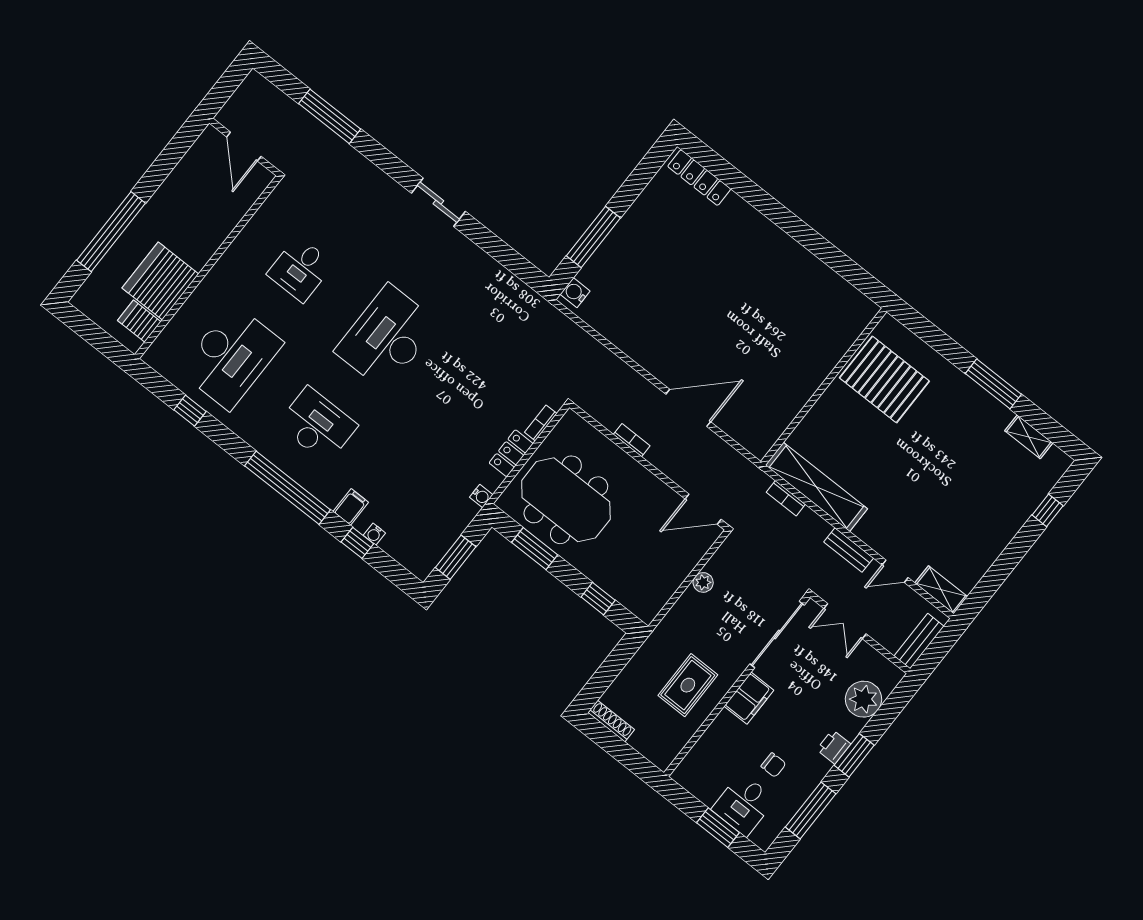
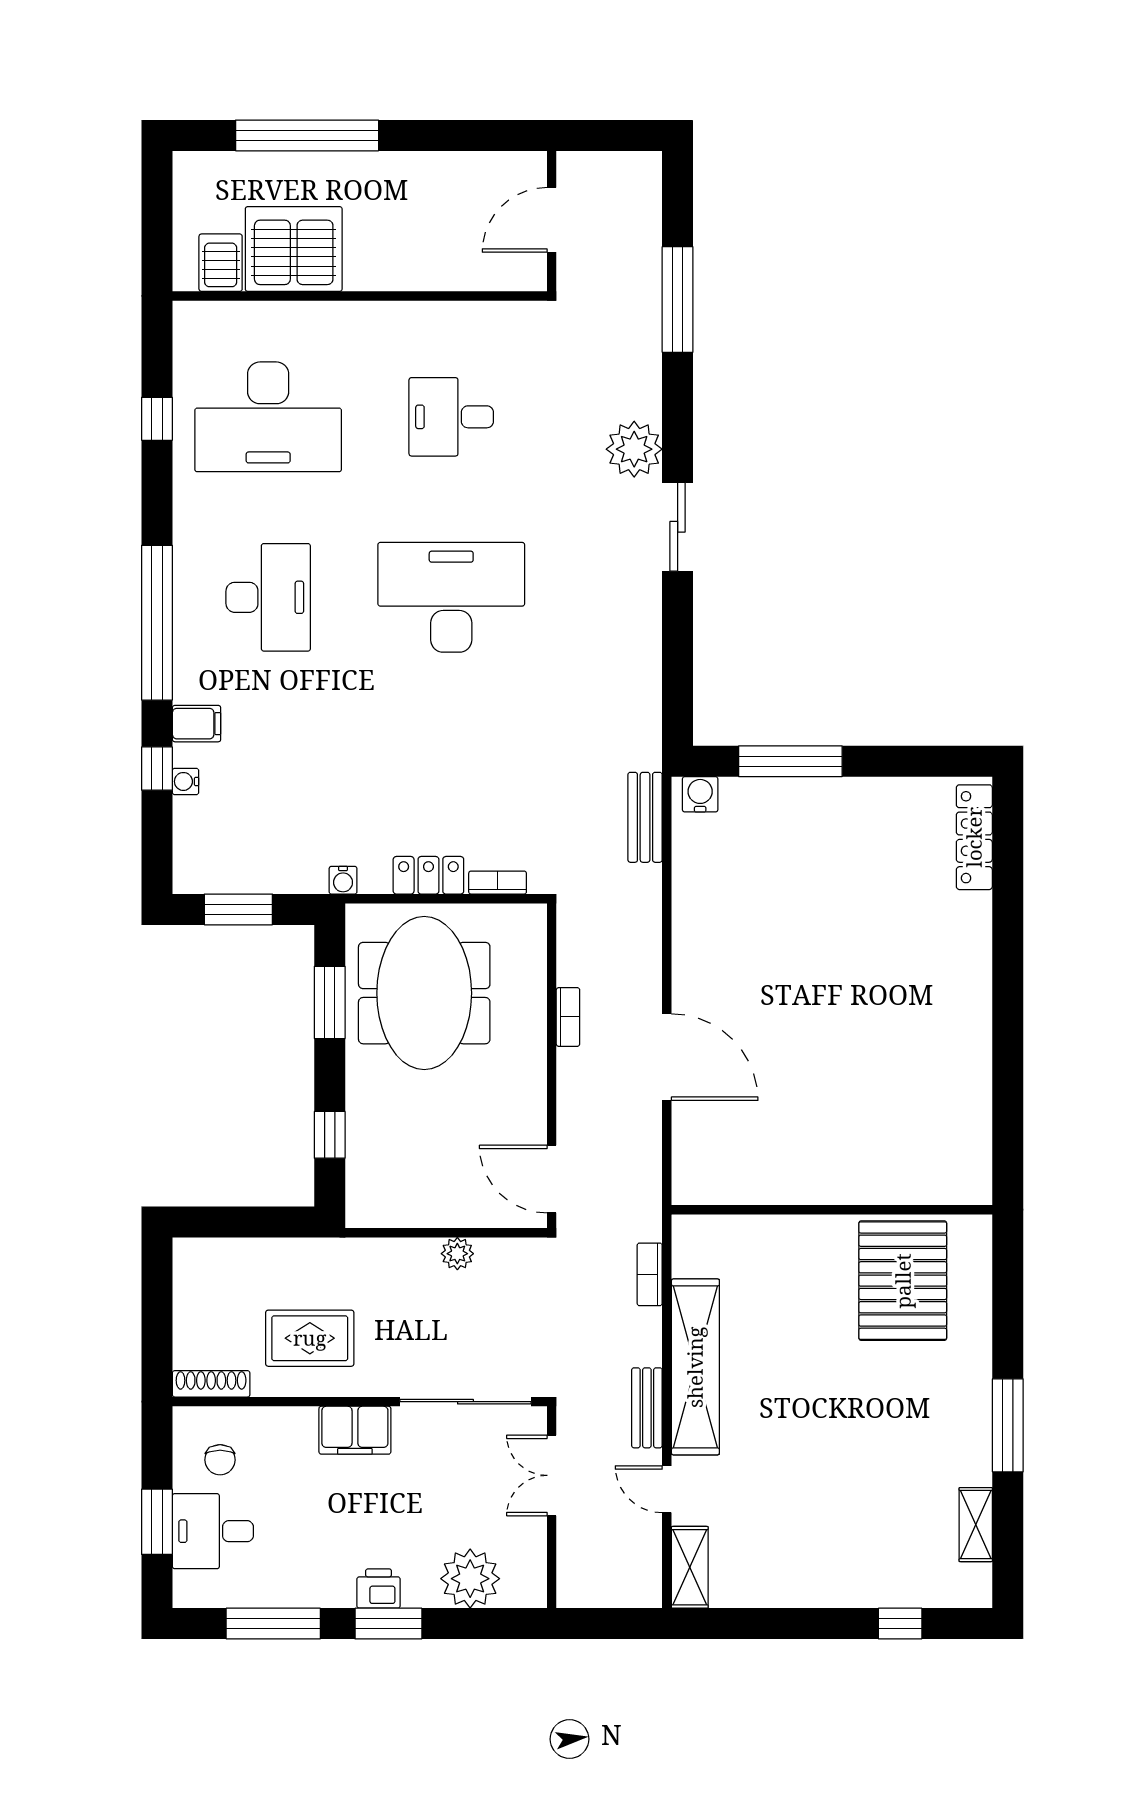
plant: (385, 194) -> (634, 449), added
shelving: (816, 487) -> (695, 1367), moved
bench: (919, 641) -> (645, 817), moved, turned 90
shoe rack: (611, 721) -> (211, 1384), moved, turned -90
chair: (773, 765) -> (220, 1460), moved

